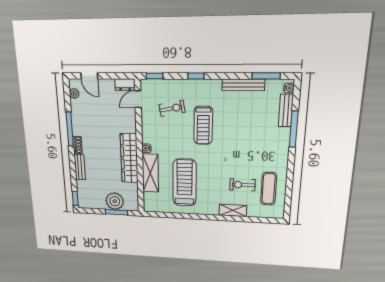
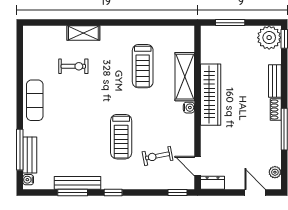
window: (196, 76) -> (113, 193), moved
window: (266, 76) -> (73, 193), moved
door: (138, 99) -> (198, 166), swing flipped
treadmill: (203, 125) -> (121, 137), turned 180
window: (294, 129) -> (20, 150), moved
treadmill: (185, 183) -> (143, 66), width x0.73, depth x0.73
exercise mat: (269, 189) -> (35, 100), moved
plant: (115, 201) -> (269, 38), moved

